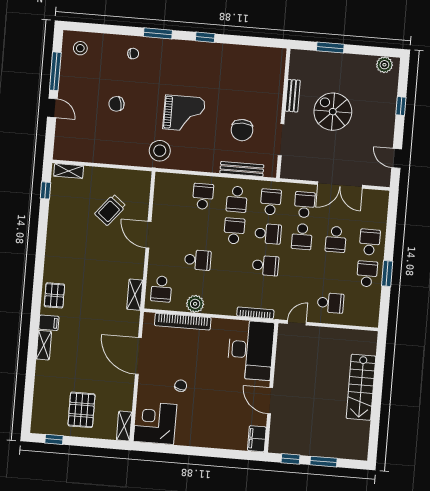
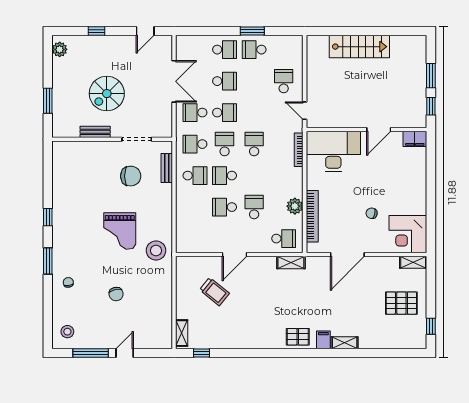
grand piano: (184, 113) -> (120, 231), turned 180
bench: (242, 169) -> (167, 168), width x0.73
school desk: (203, 196) -> (225, 207), moved
school desk: (370, 242) -> (225, 50), turned 180

